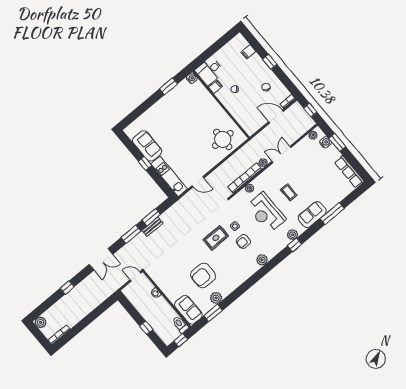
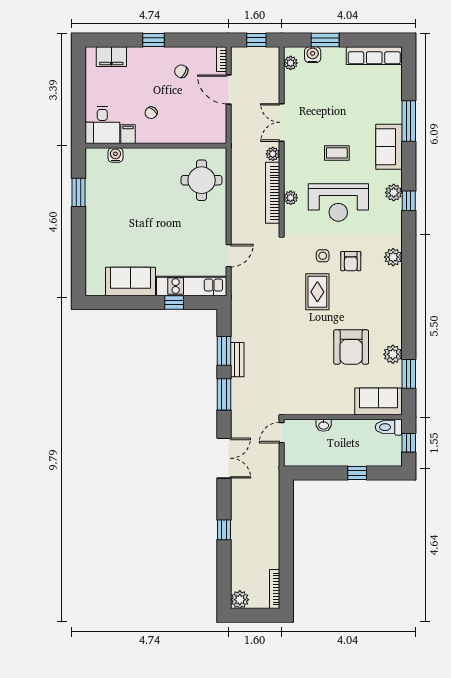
filing cabinet: (248, 52) -> (111, 57), width x2.00
water cooler: (192, 78) -> (115, 155), moved
door: (276, 117) -> (229, 89), hinge flipped
window: (145, 163) -> (174, 303), moved

